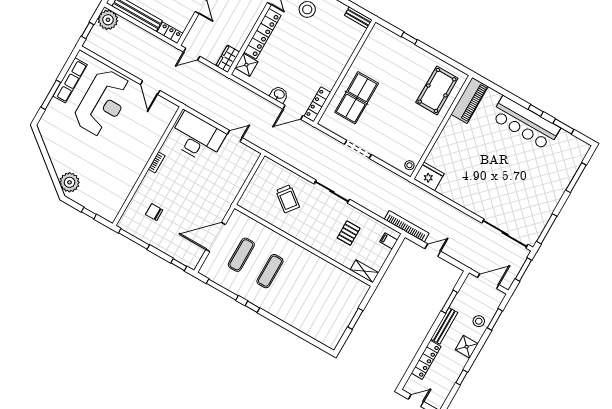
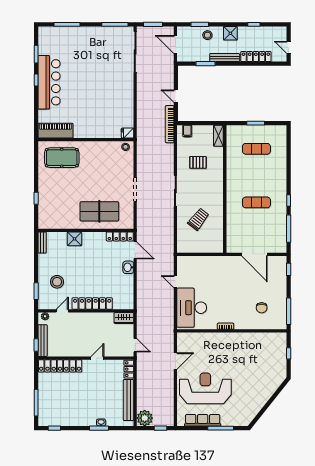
shower: (246, 65) -> (75, 239), moved
fridge: (429, 176) -> (128, 133), width x0.53, depth x0.75
plant: (70, 182) -> (275, 380), removed
exercise mat: (241, 255) -> (256, 149), moved

